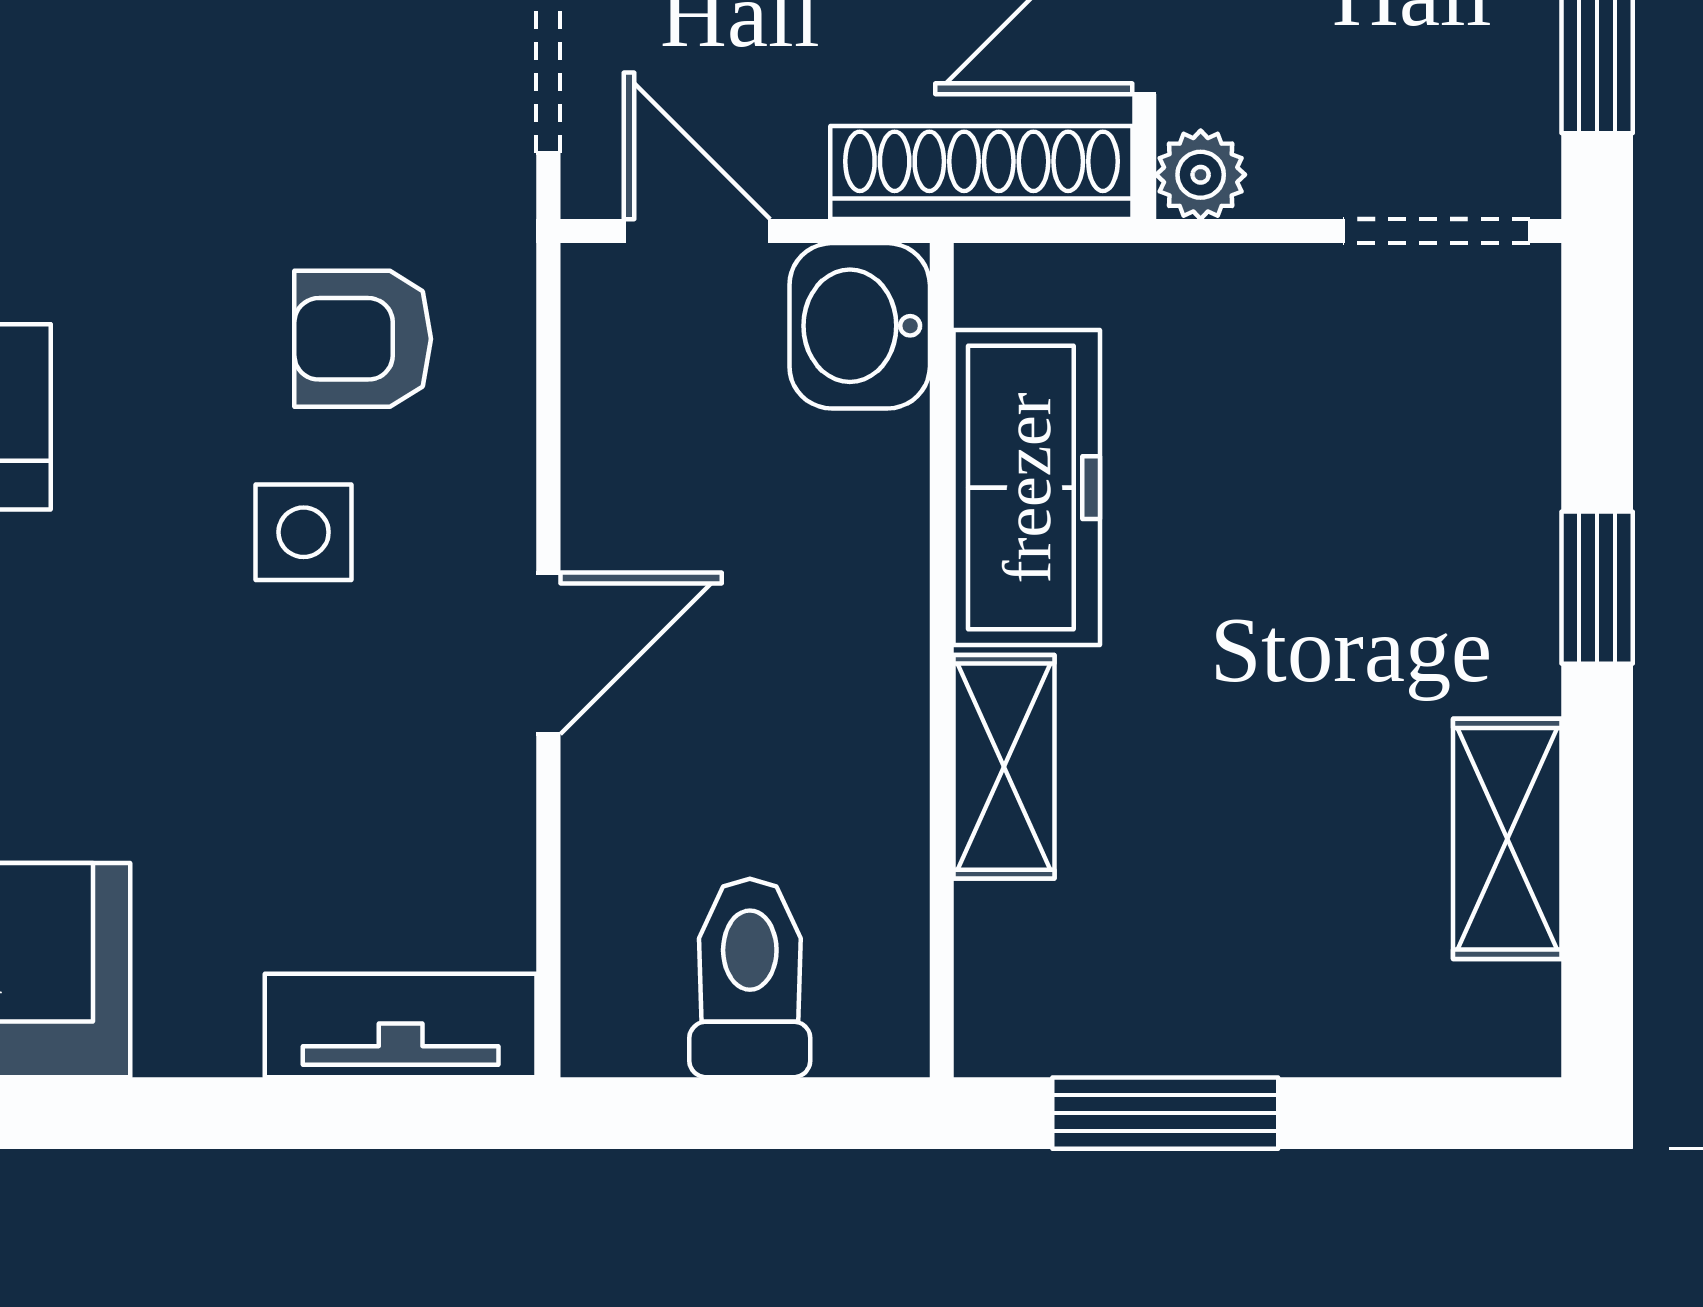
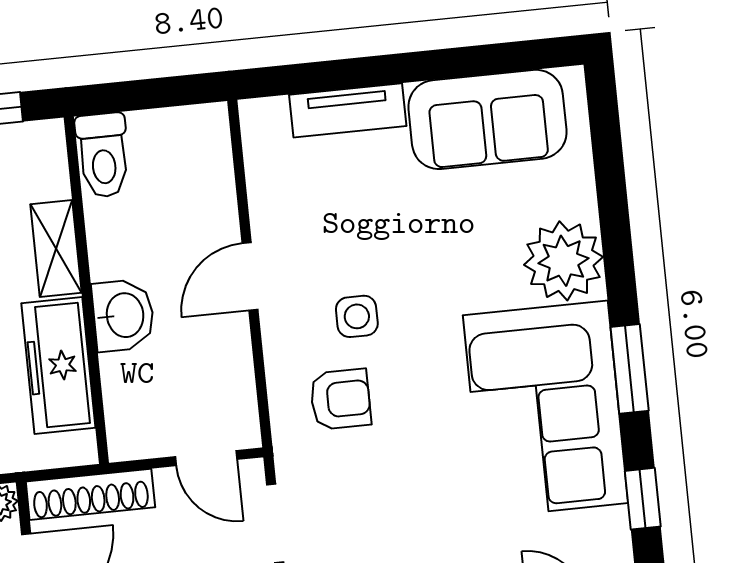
washbasin: (860, 326) -> (123, 315), moved
toilet: (750, 978) -> (103, 155), moved
tv unit: (401, 1025) -> (348, 110), moved

